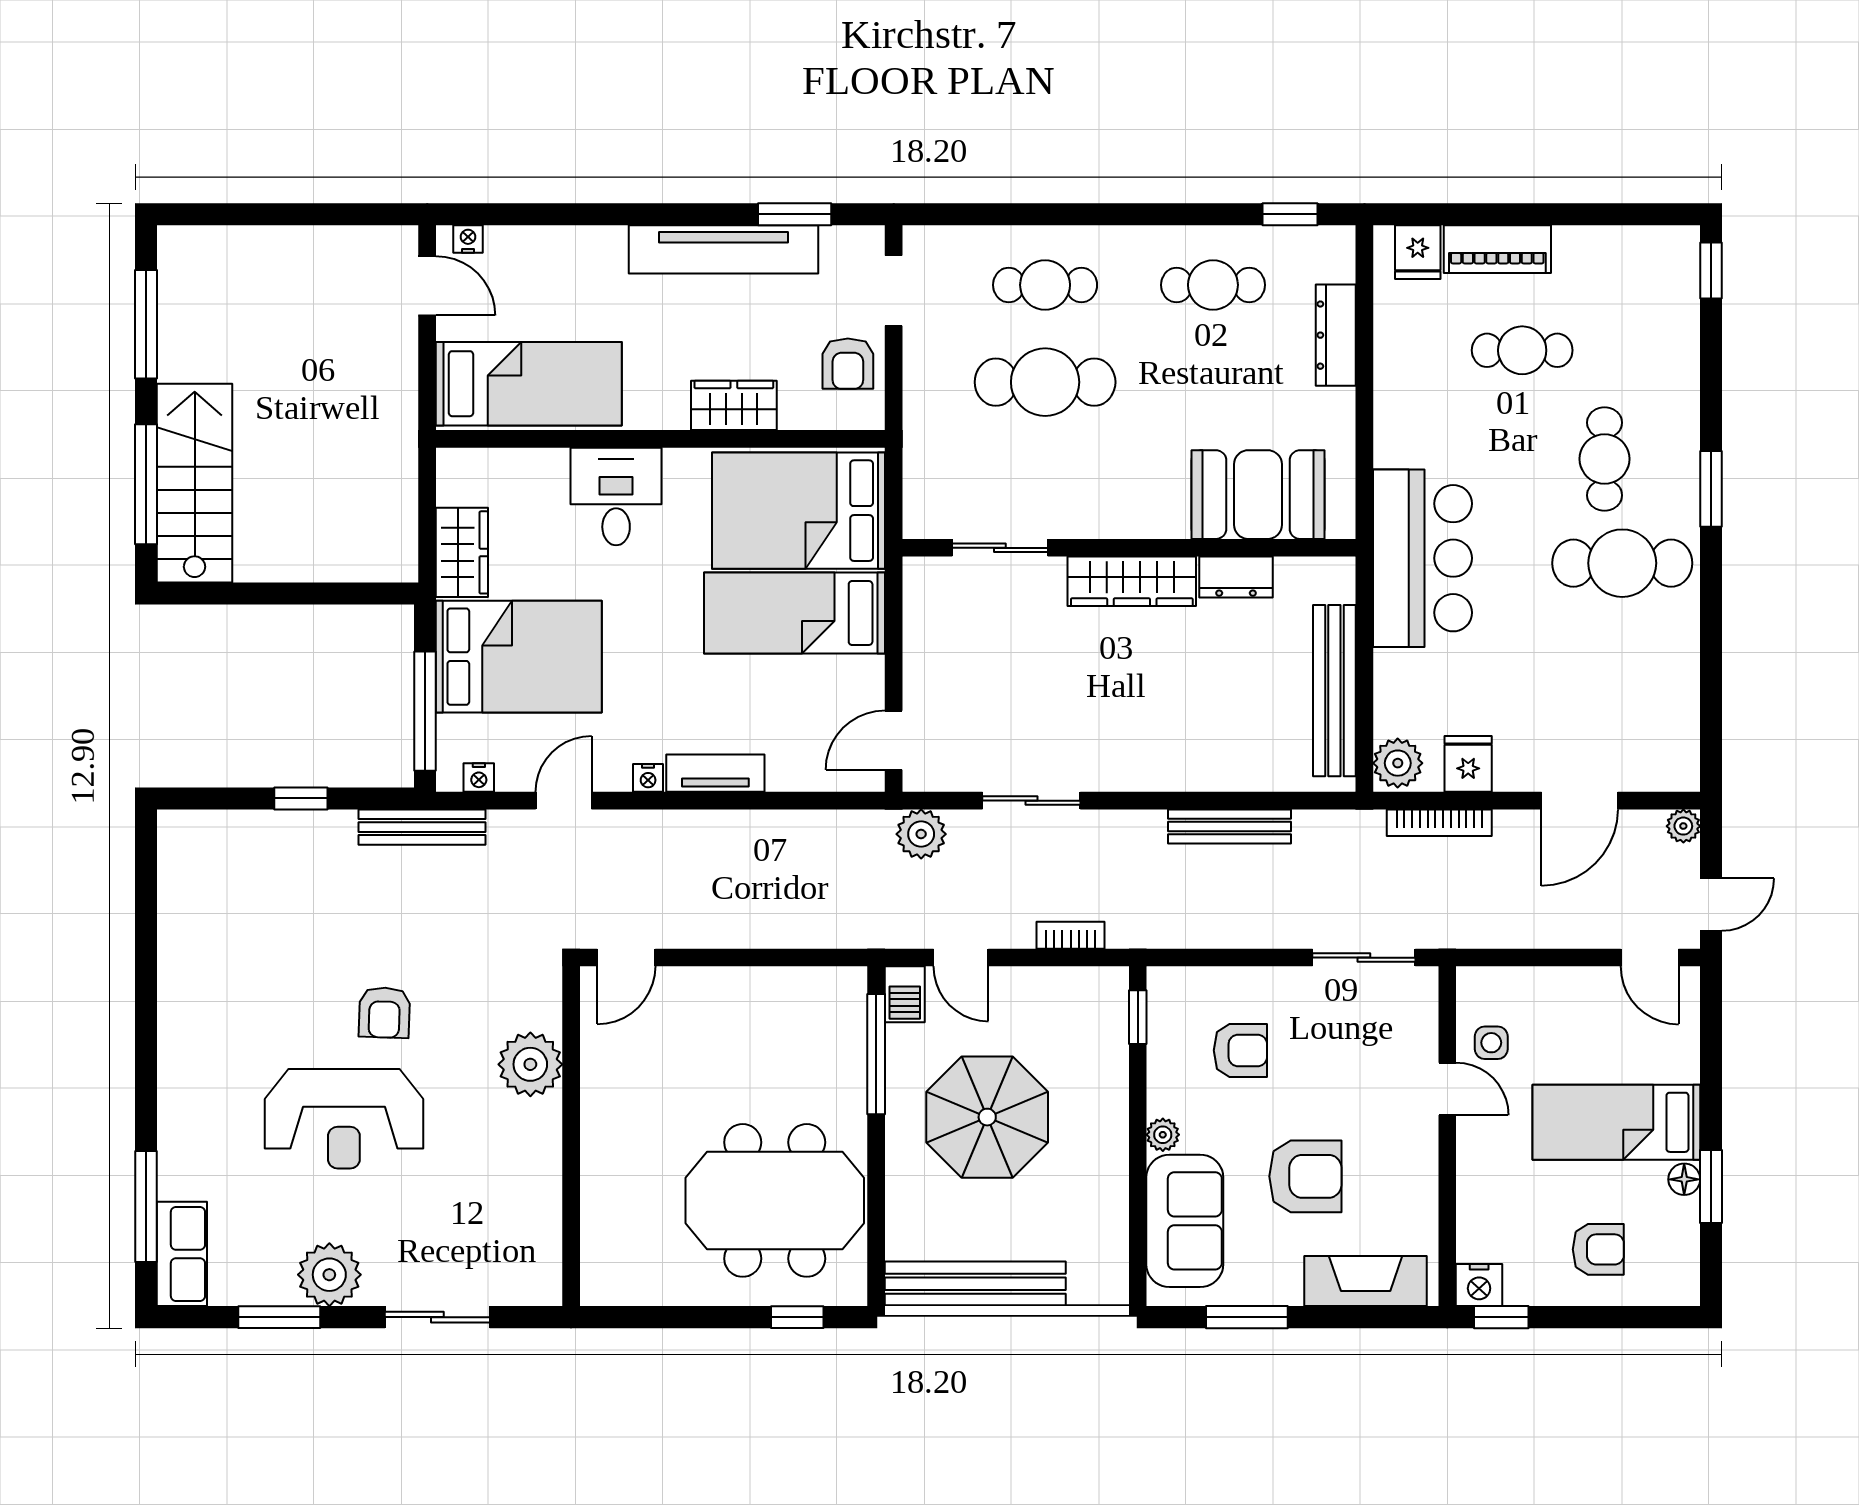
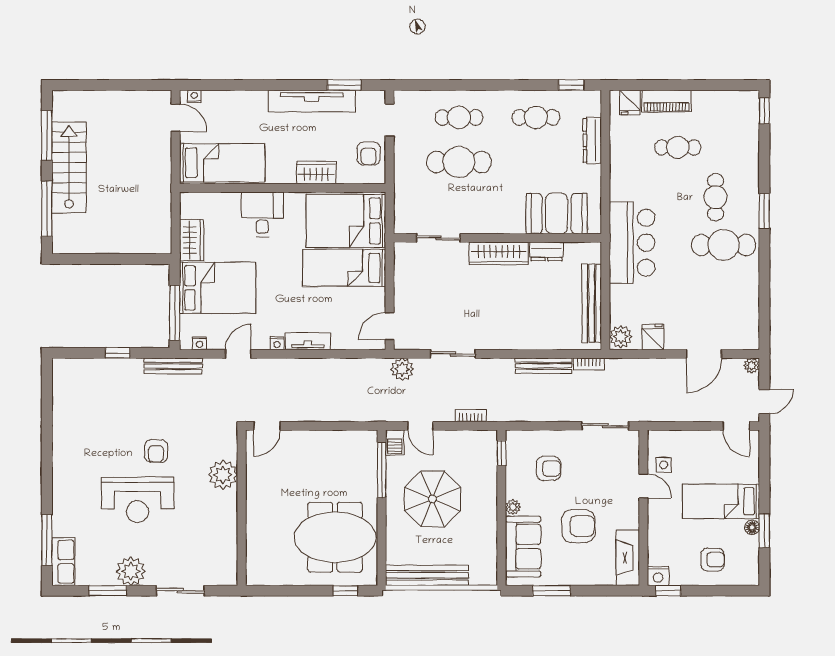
stairs: (195, 483) -> (69, 167), moved
bookcase: (1439, 823) -> (589, 364), moved, width x0.64
fireplace: (1366, 1281) -> (628, 558), moved, turned -90

